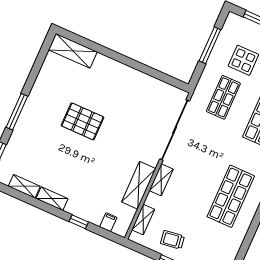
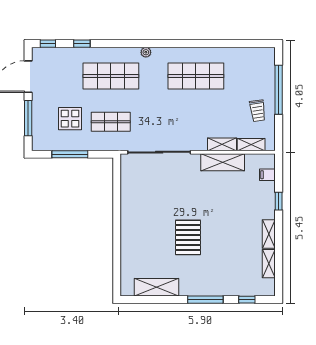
shelving: (73, 51) -> (157, 287), moved, turned 90
shelving: (161, 180) -> (222, 144), moved

